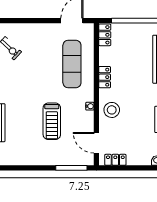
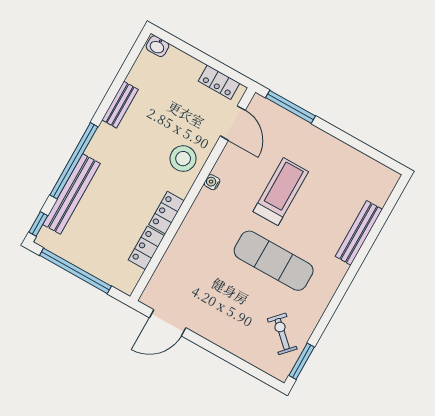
locker: (105, 35) -> (146, 248), moved
exercise mat: (72, 64) -> (274, 261), moved, turned 90

